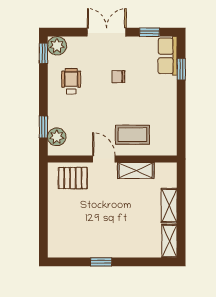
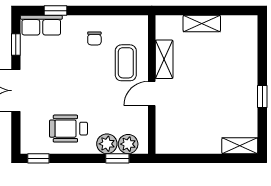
plant: (57, 46) -> (107, 144), moved
chair: (118, 77) -> (94, 38), moved
wheelchair: (71, 81) -> (68, 129), width x1.36, depth x1.37
pallet: (73, 178) -> (172, 127), removed
shelving: (169, 241) -> (240, 146), moved

